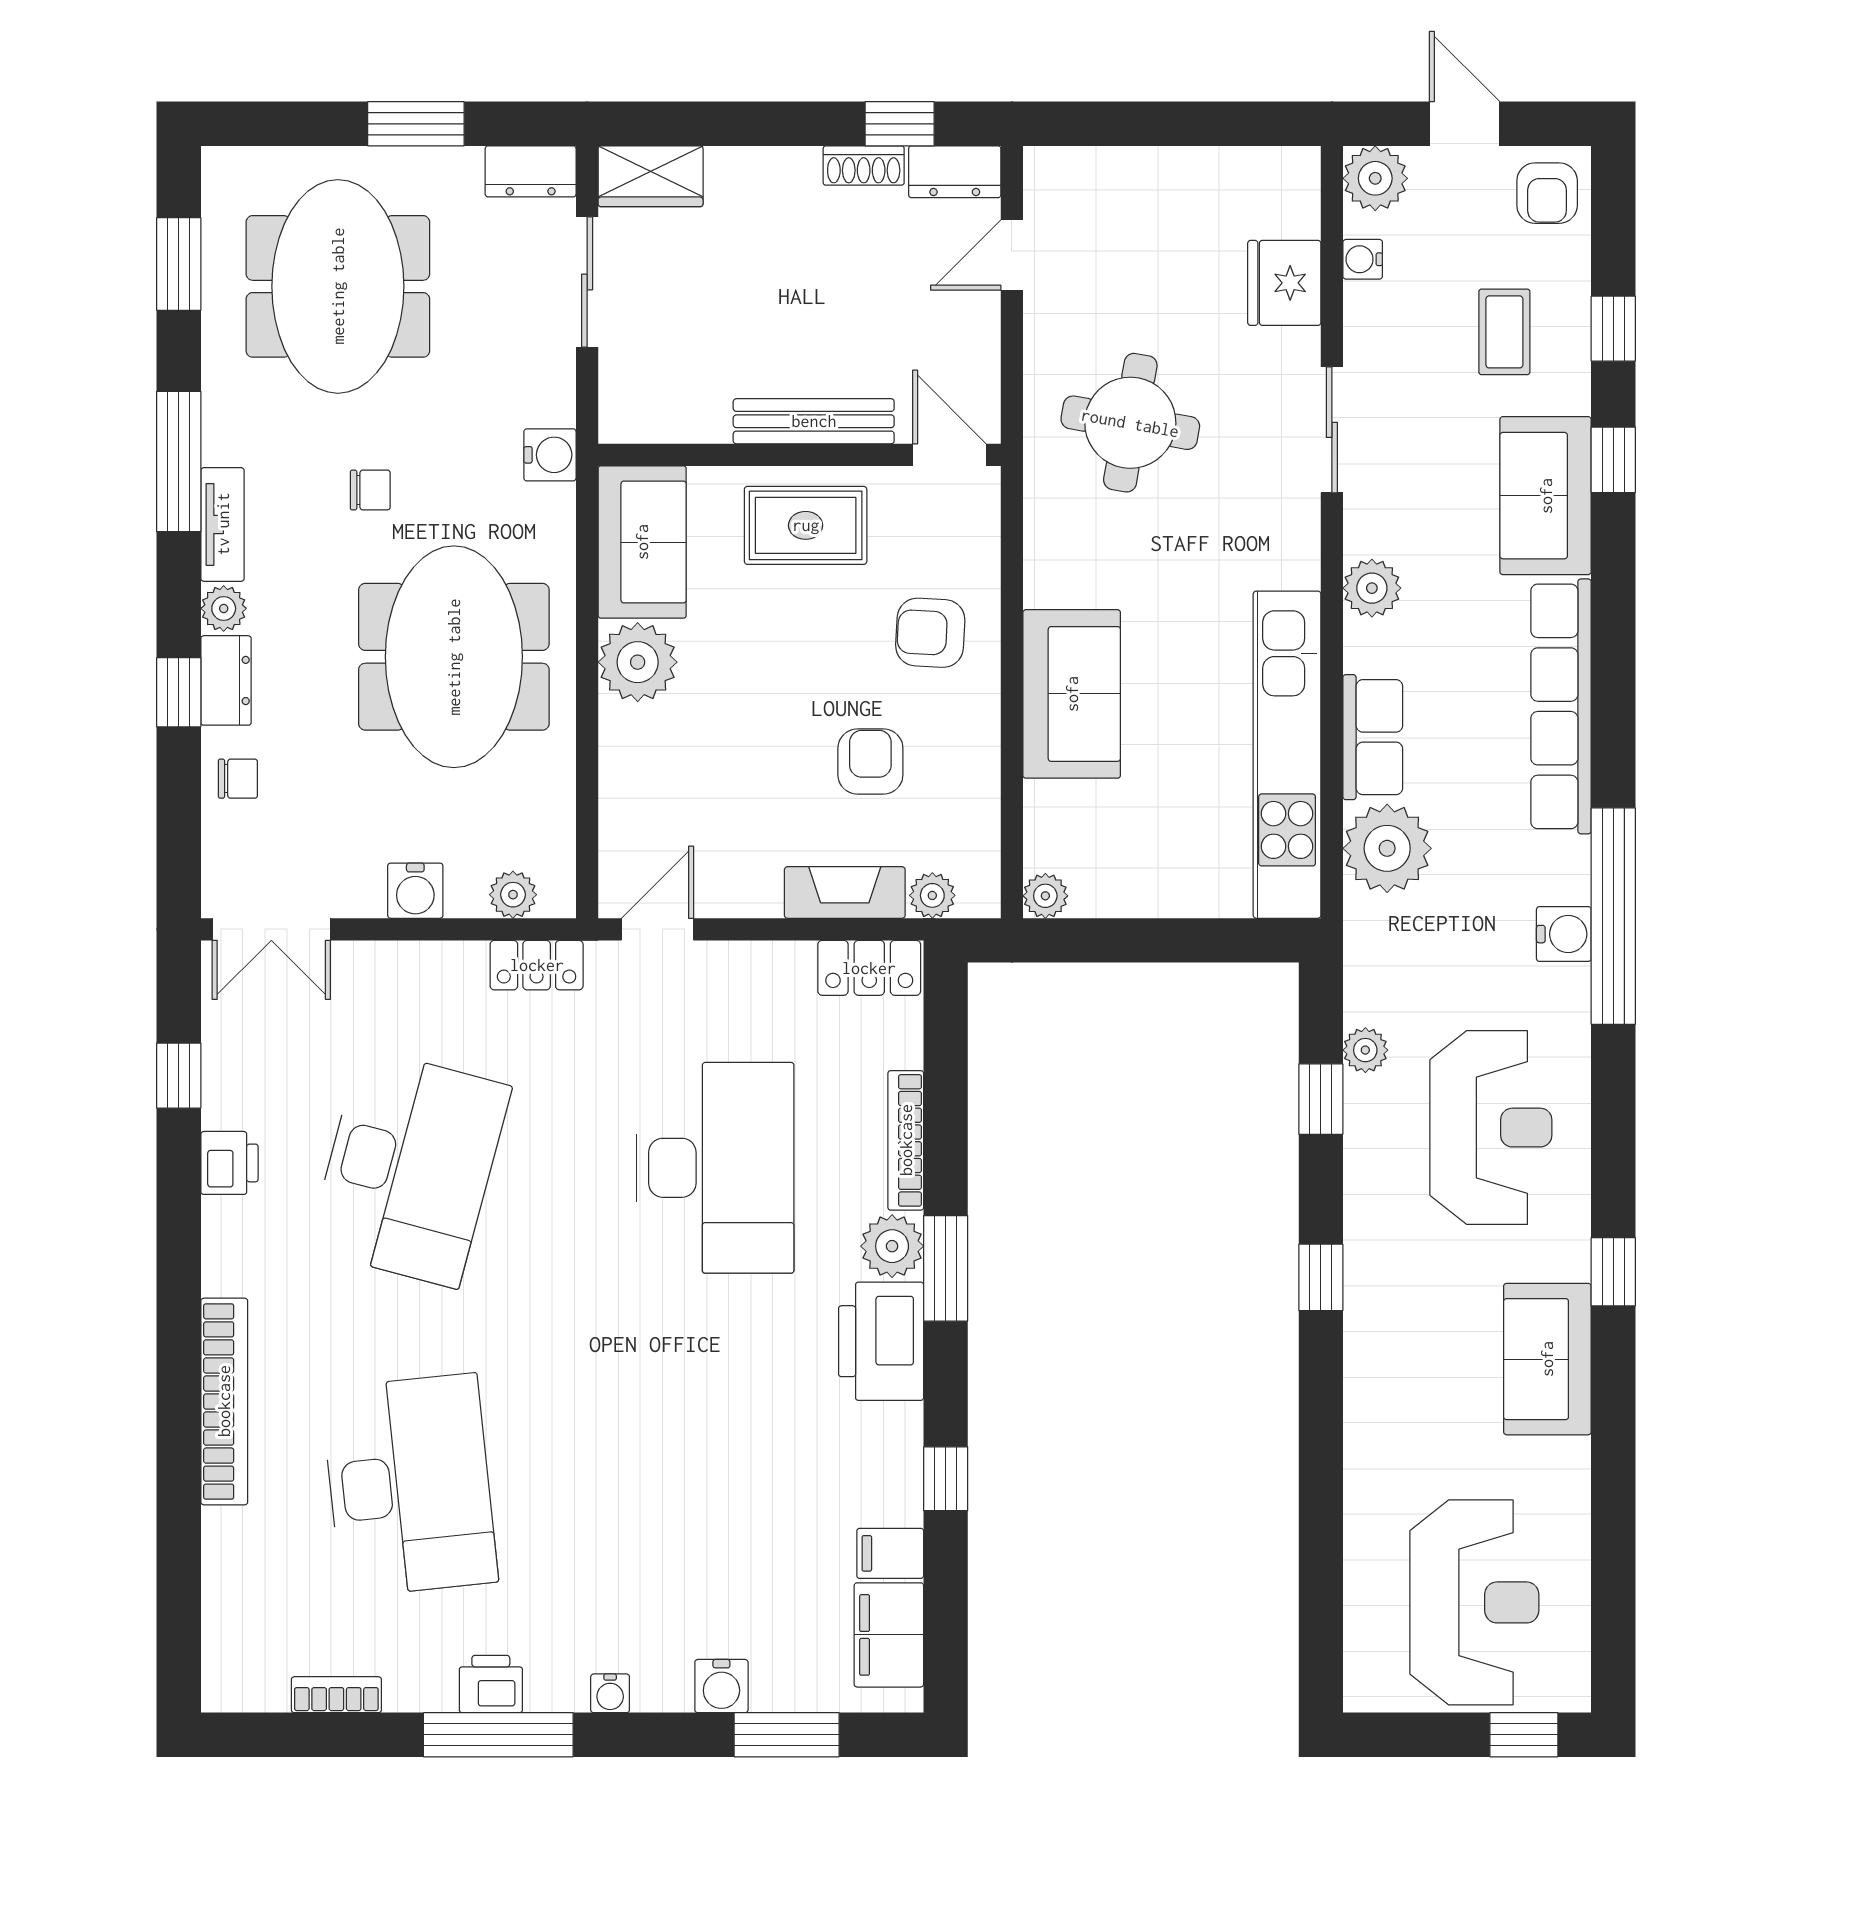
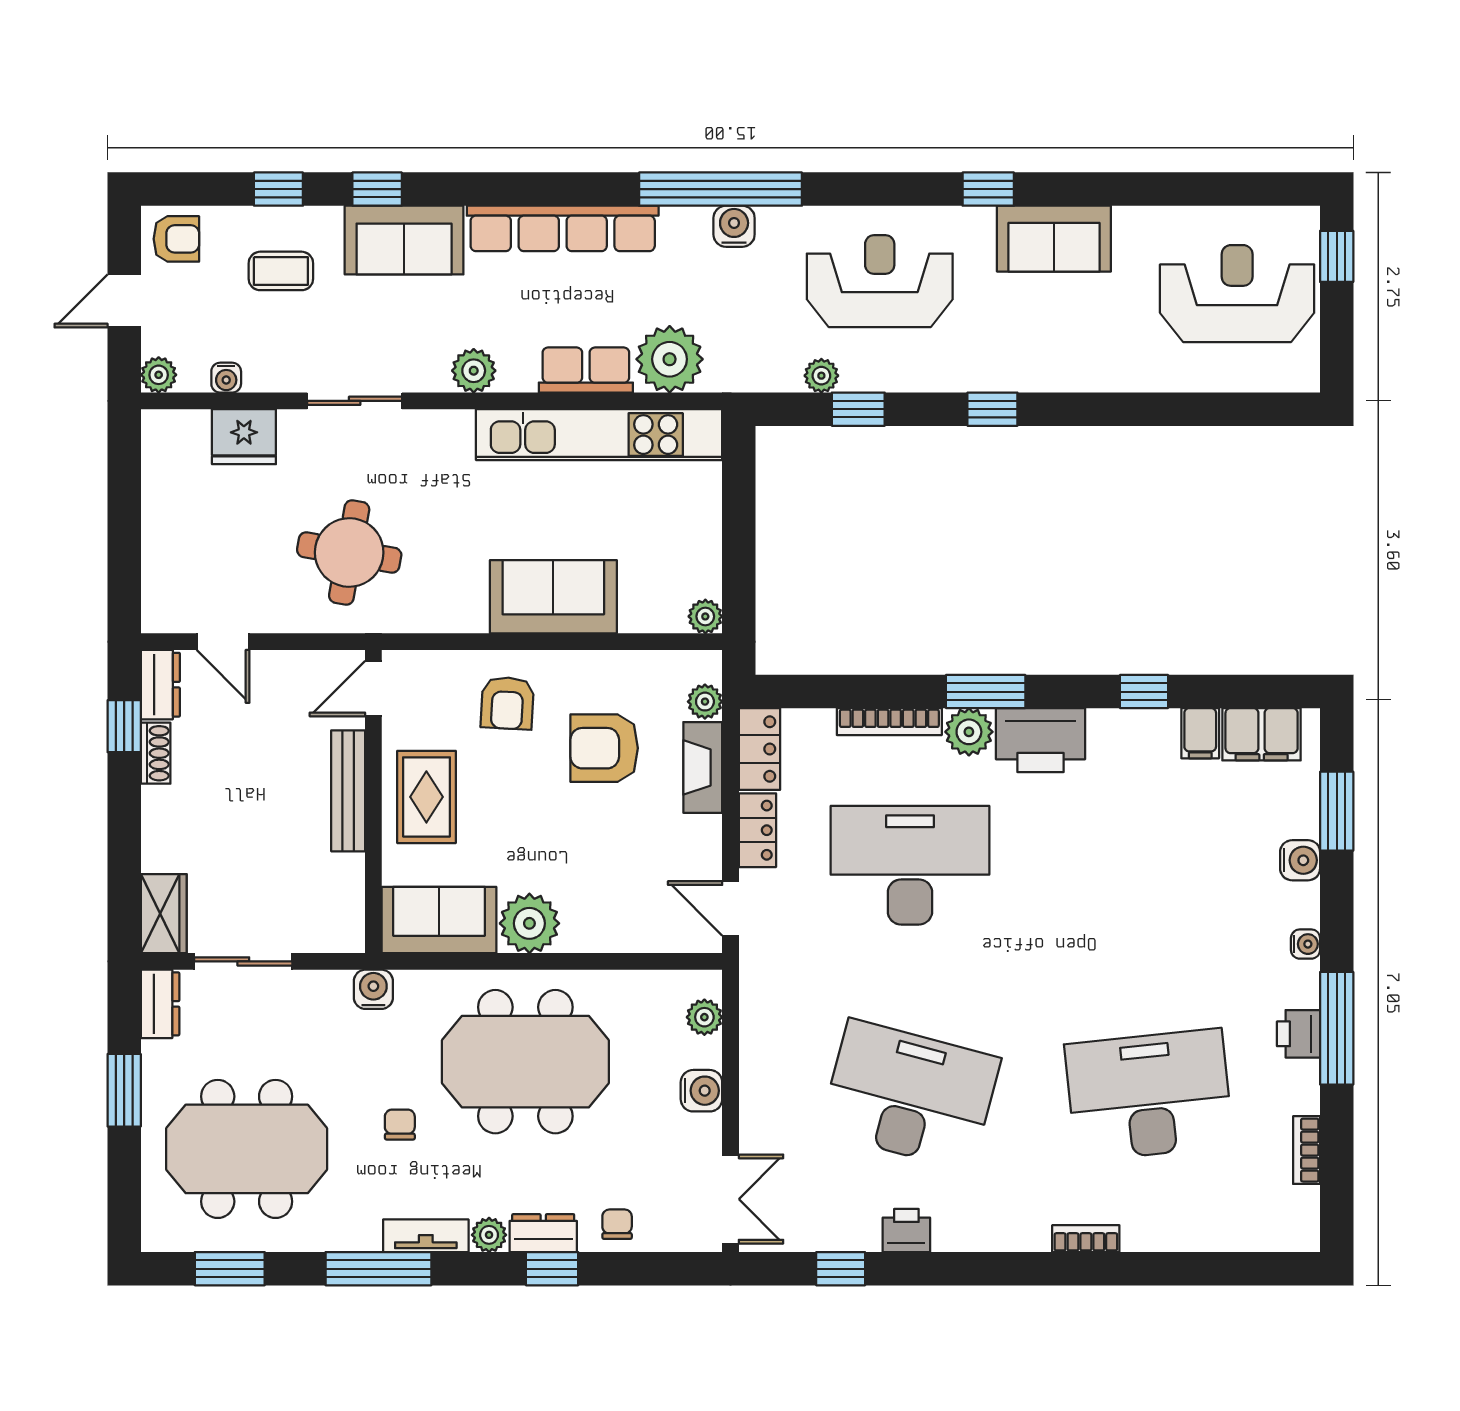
plant: (1375, 178) -> (159, 375), width x0.73, depth x0.73
armchair: (870, 762) -> (604, 748), width x1.38, depth x1.38
locker: (537, 965) -> (757, 830), moved
bookcase: (224, 1401) -> (1086, 1239), width x0.43, depth x0.76

